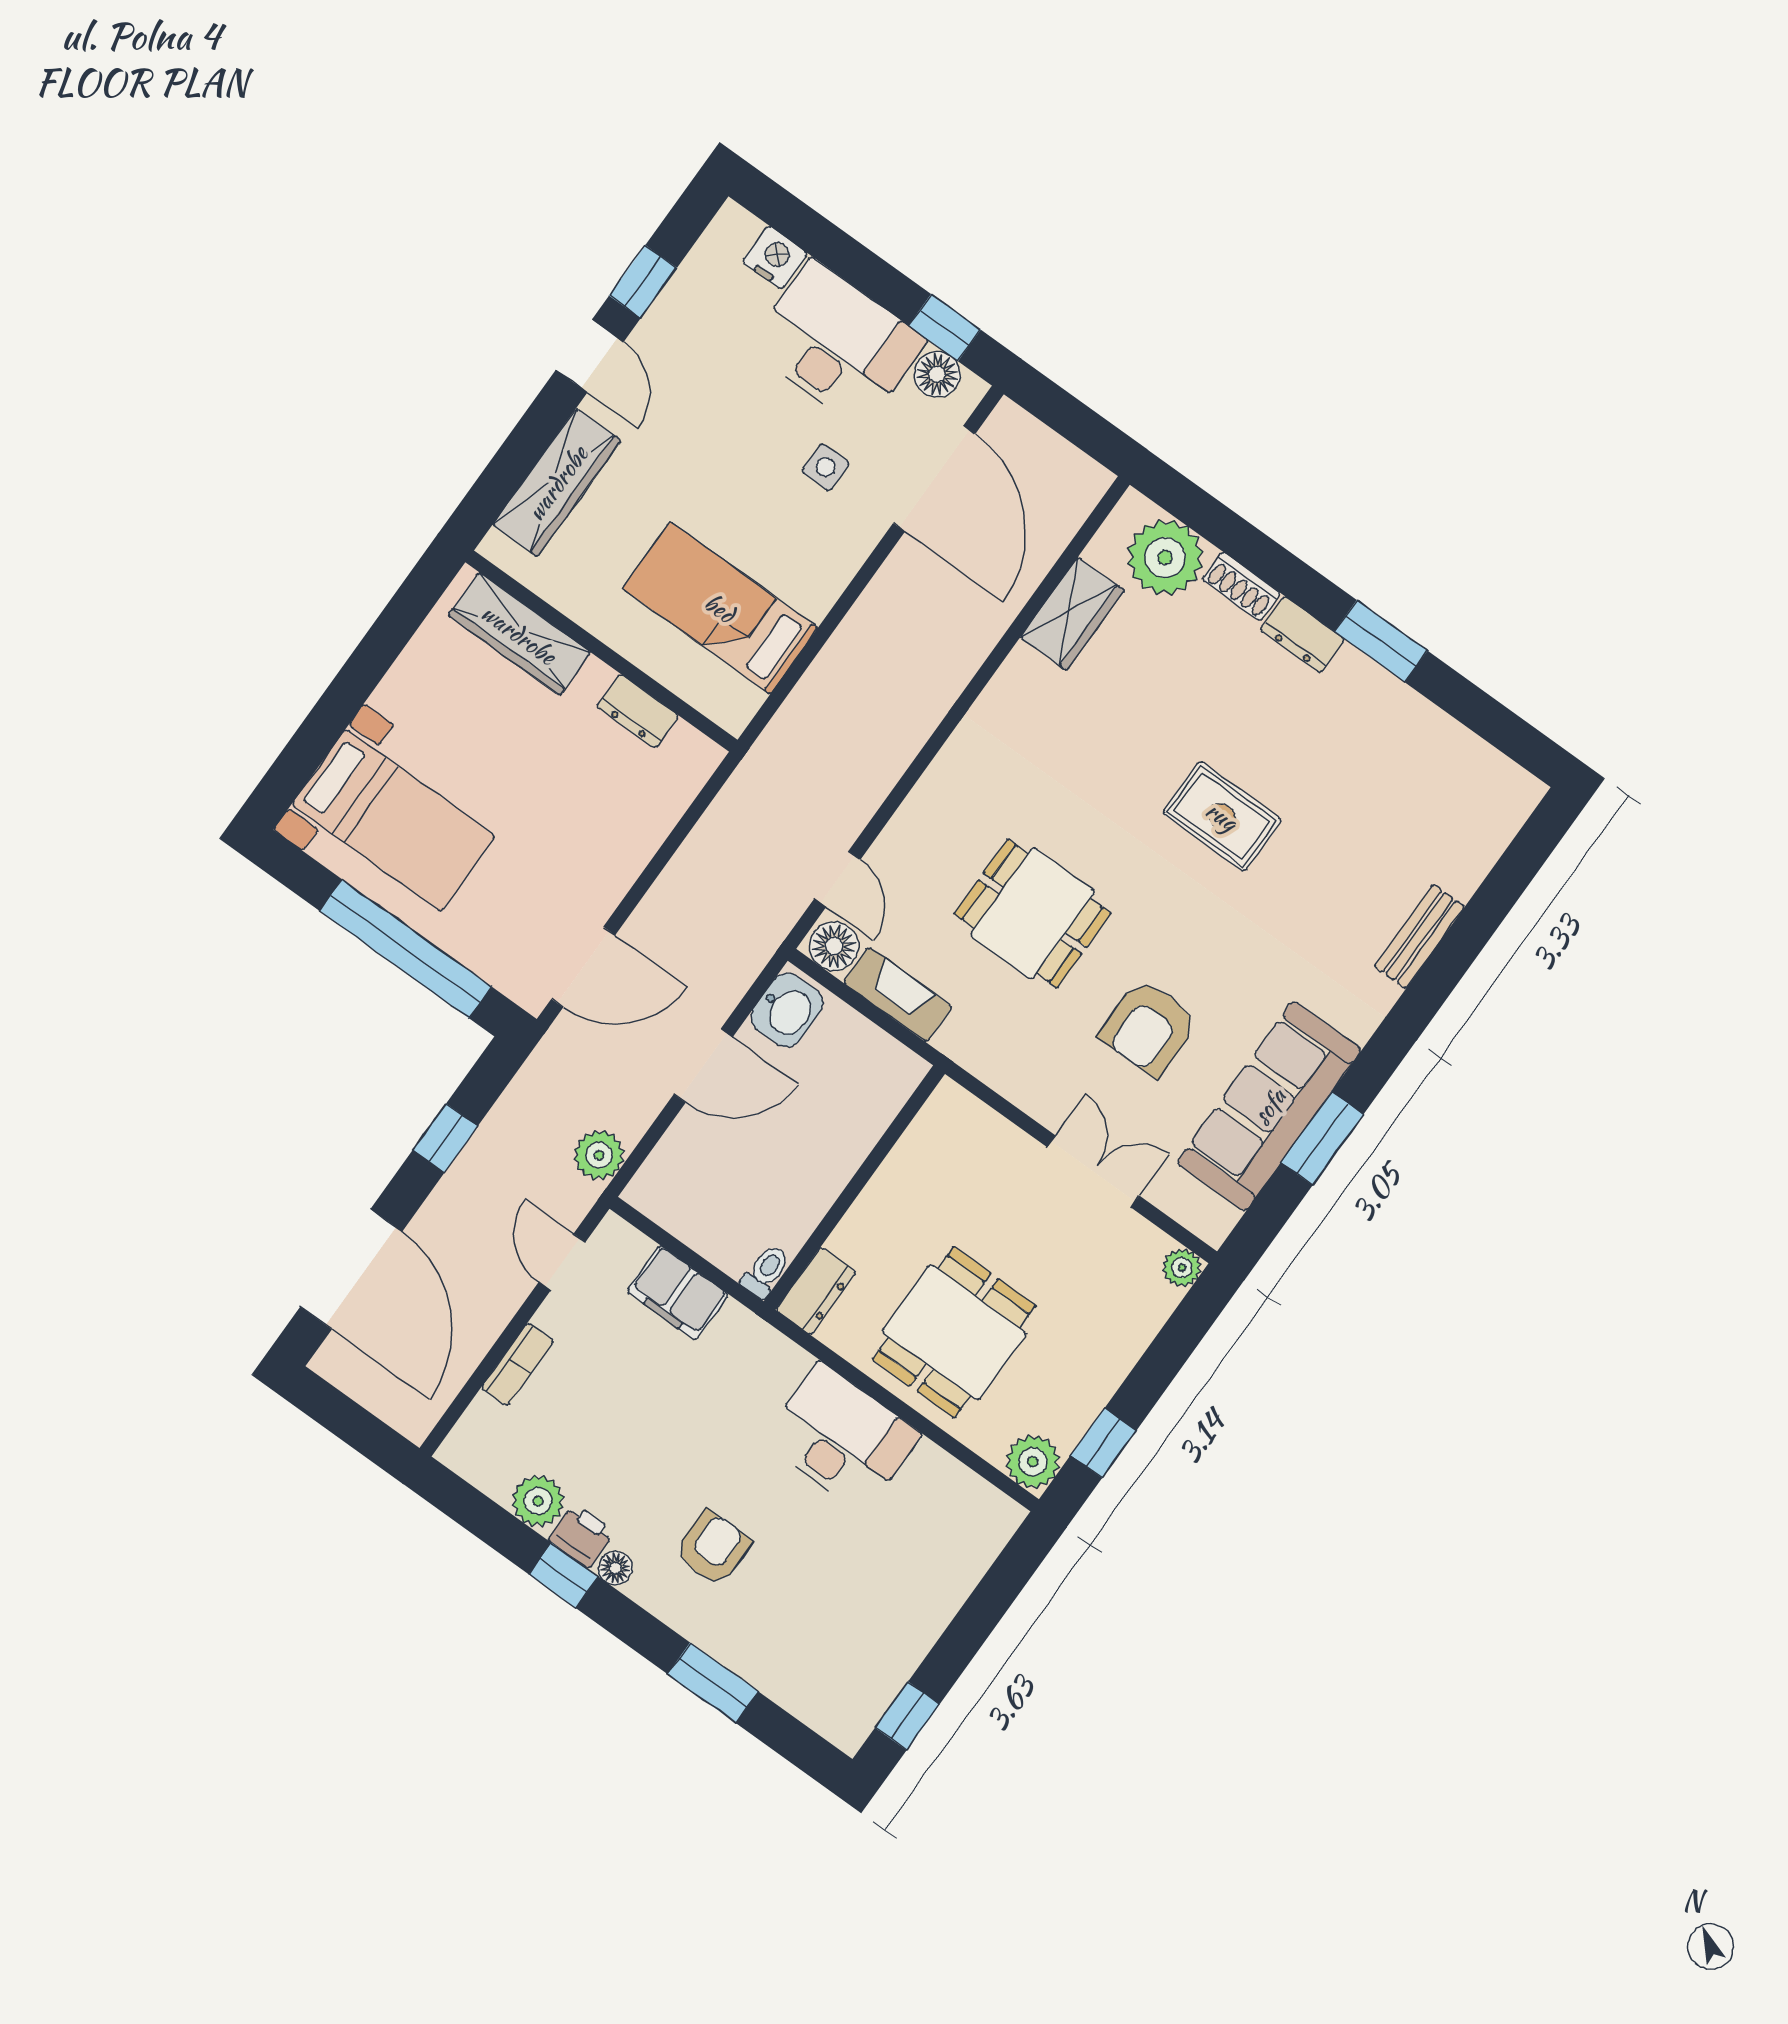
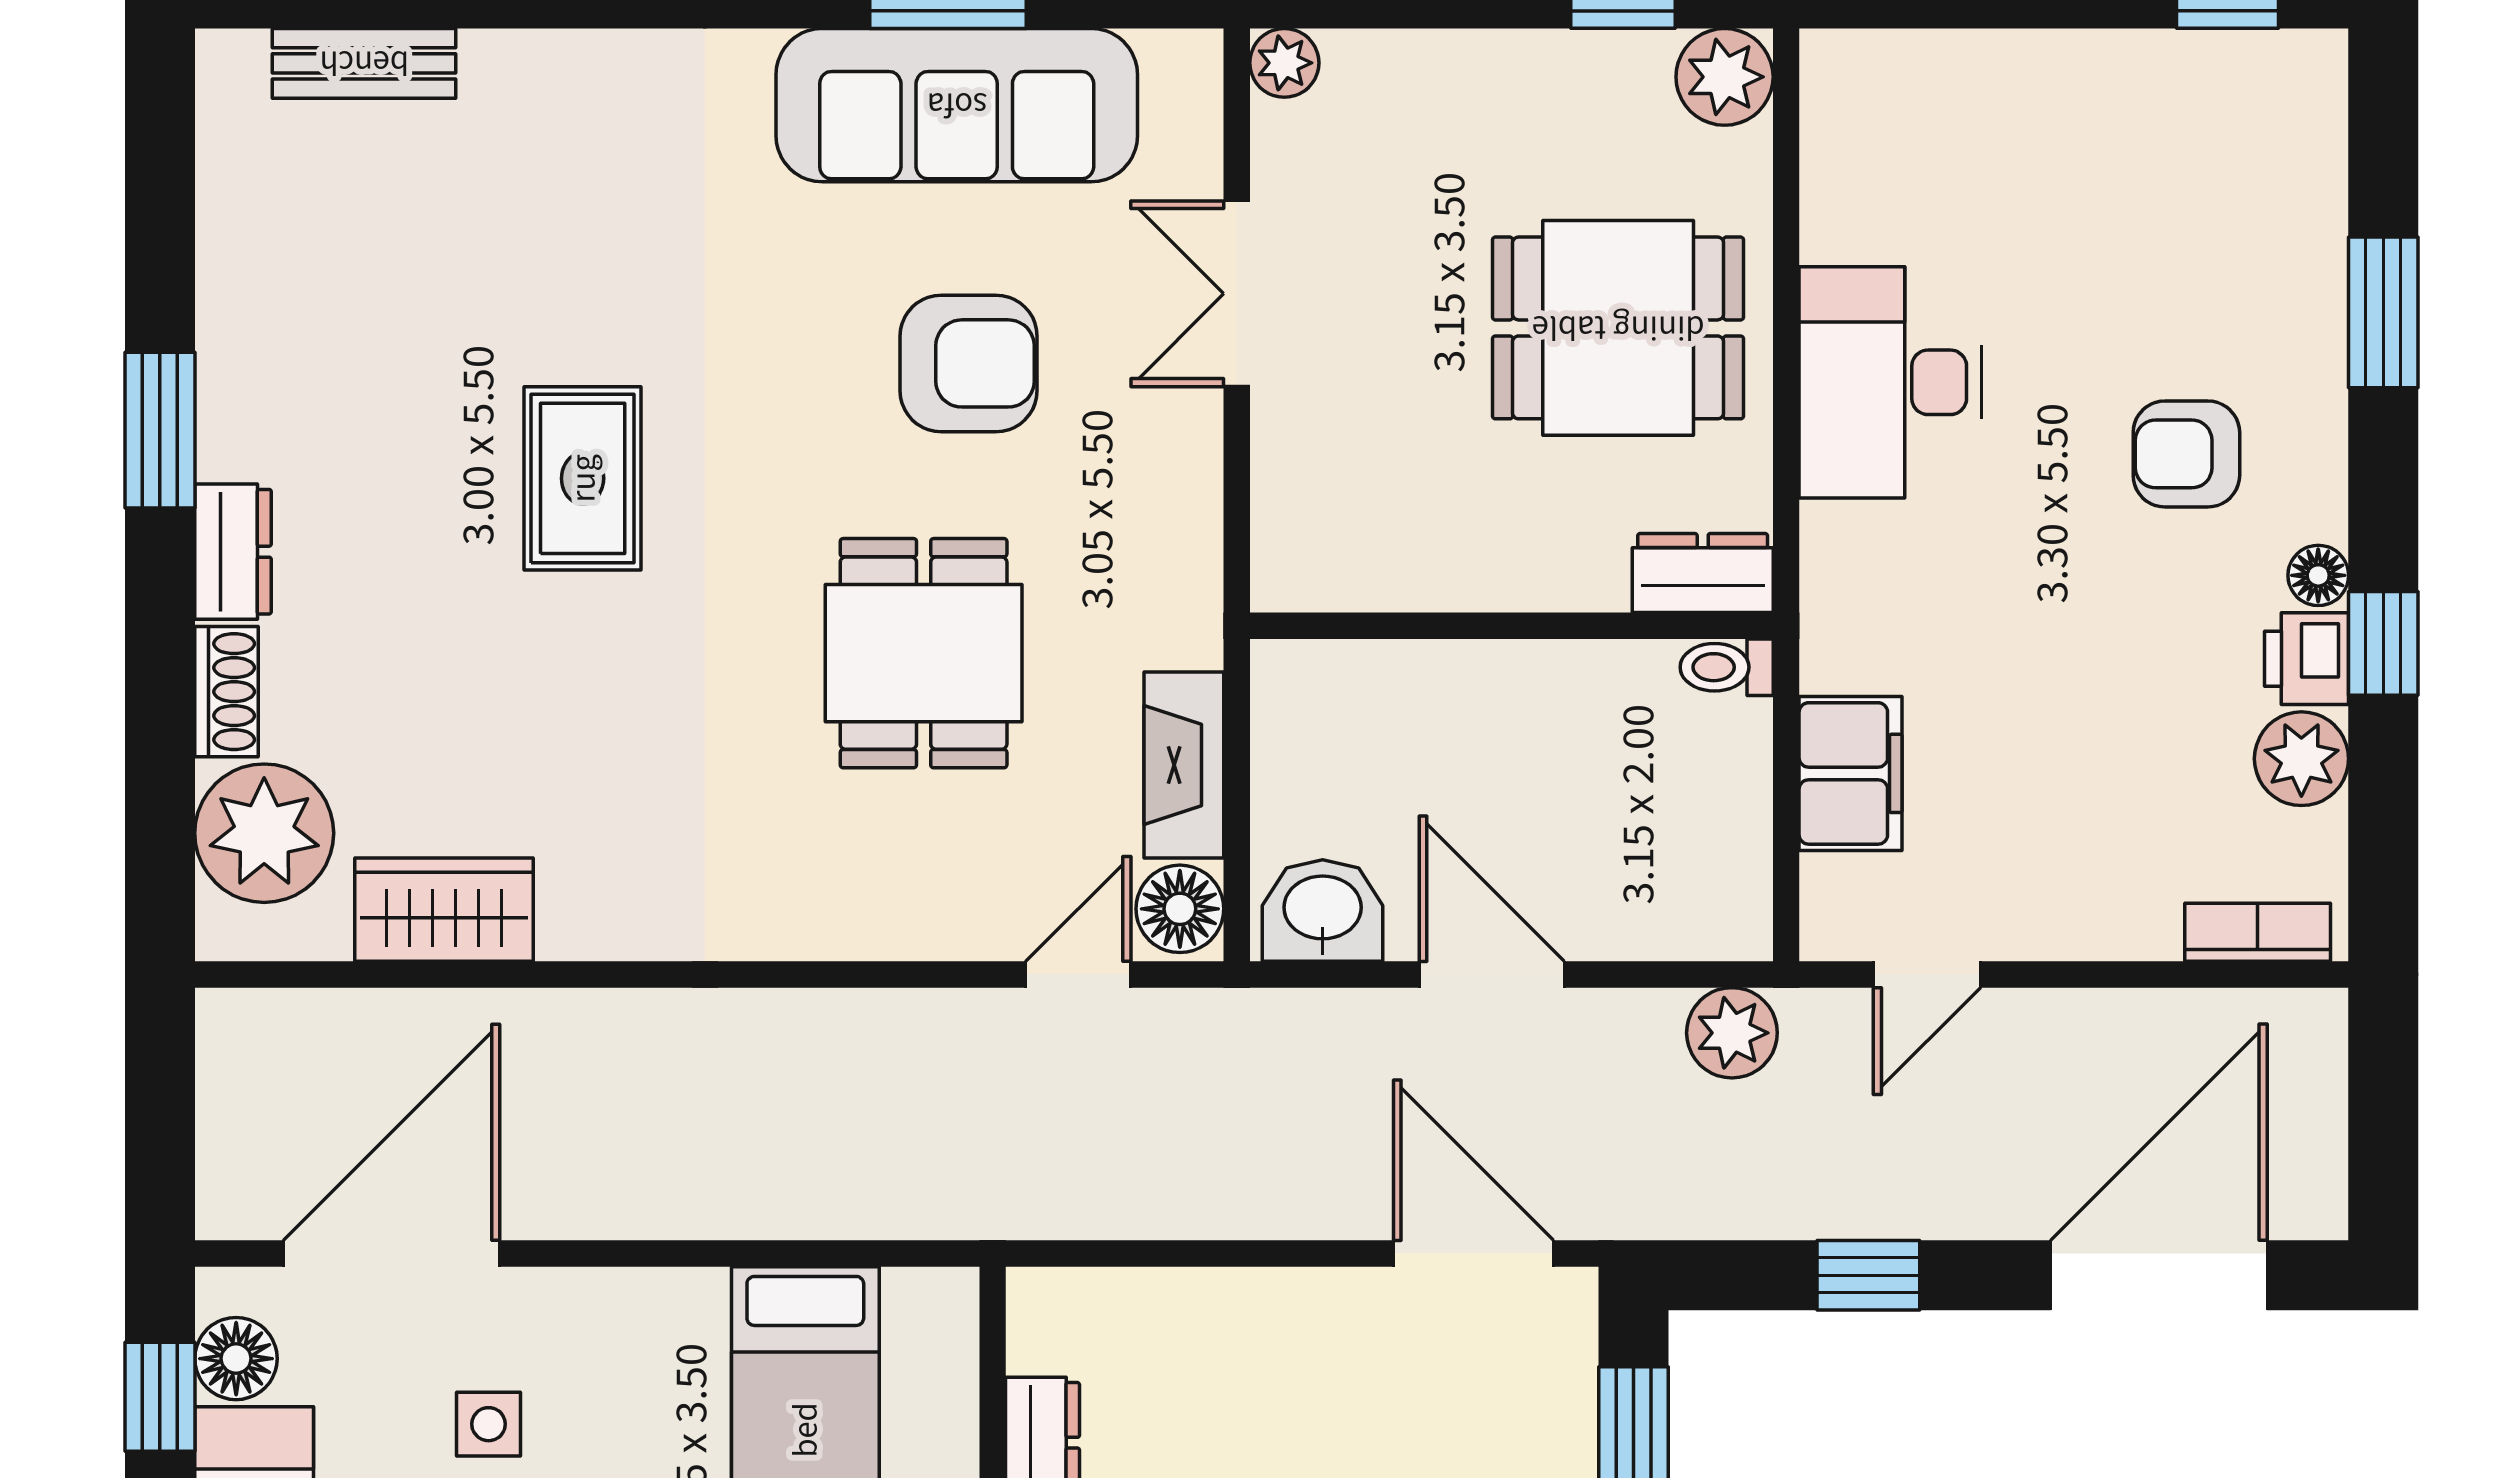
bench: (1420, 937) -> (364, 63), moved
bookcase: (518, 1364) -> (2258, 932), moved

